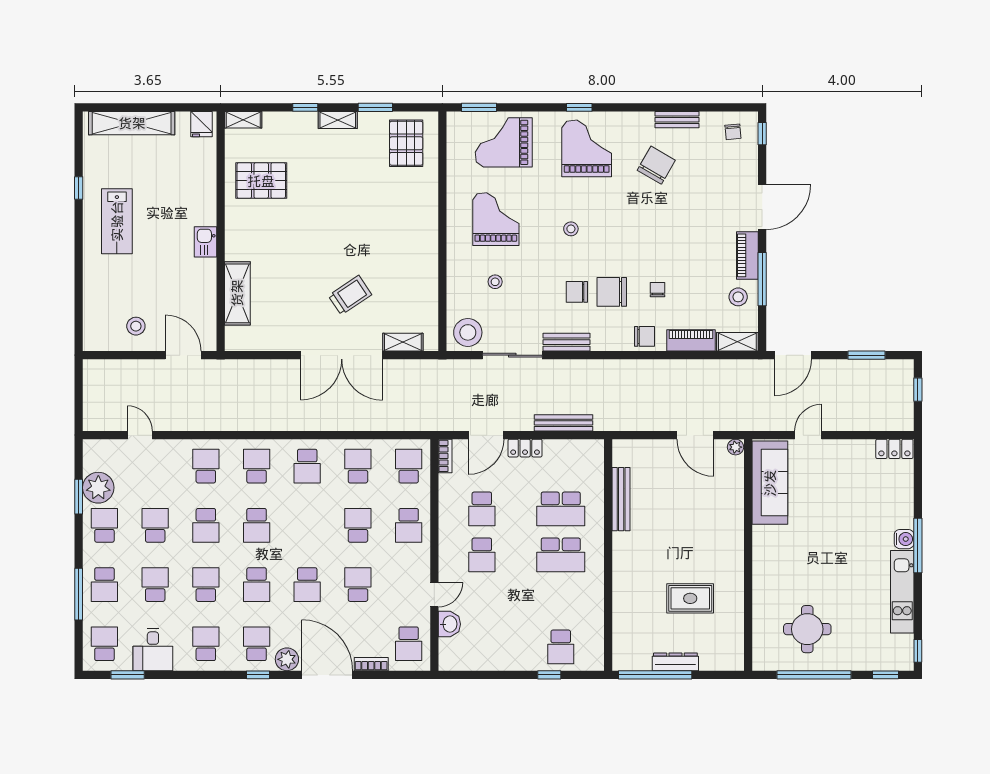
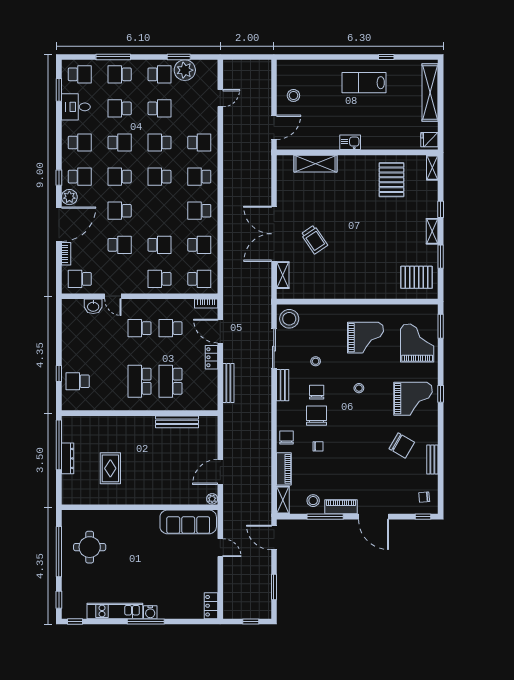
stool: (495, 282) -> (316, 361), moved
chair: (644, 336) -> (287, 438), turned 180
school desk: (257, 466) -> (199, 177), turned 180
school desk: (155, 585) -> (120, 108), turned 180

